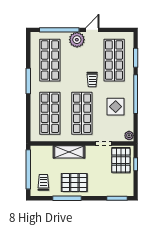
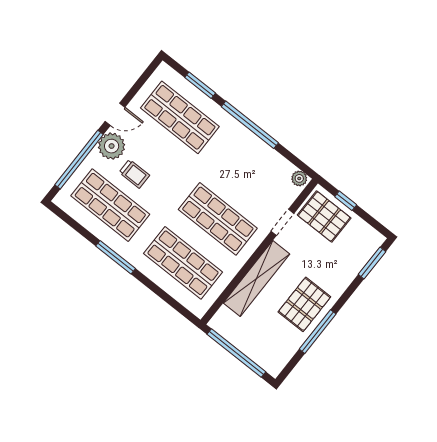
door: (92, 30) -> (115, 114), swing flipped
trolley: (92, 80) -> (134, 174), moved
display table: (116, 107) -> (245, 166), removed
shelving: (69, 152) -> (257, 278), width x1.47
trolley: (43, 182) -> (271, 347), removed

